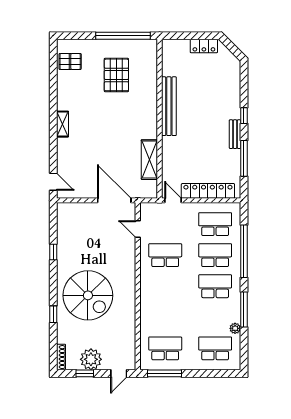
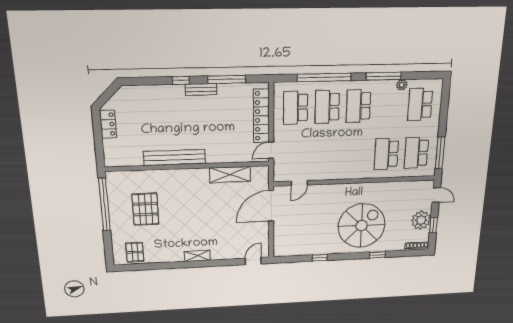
pallet: (116, 75) -> (145, 209), turned 90
school desk: (165, 255) -> (386, 154), moved

